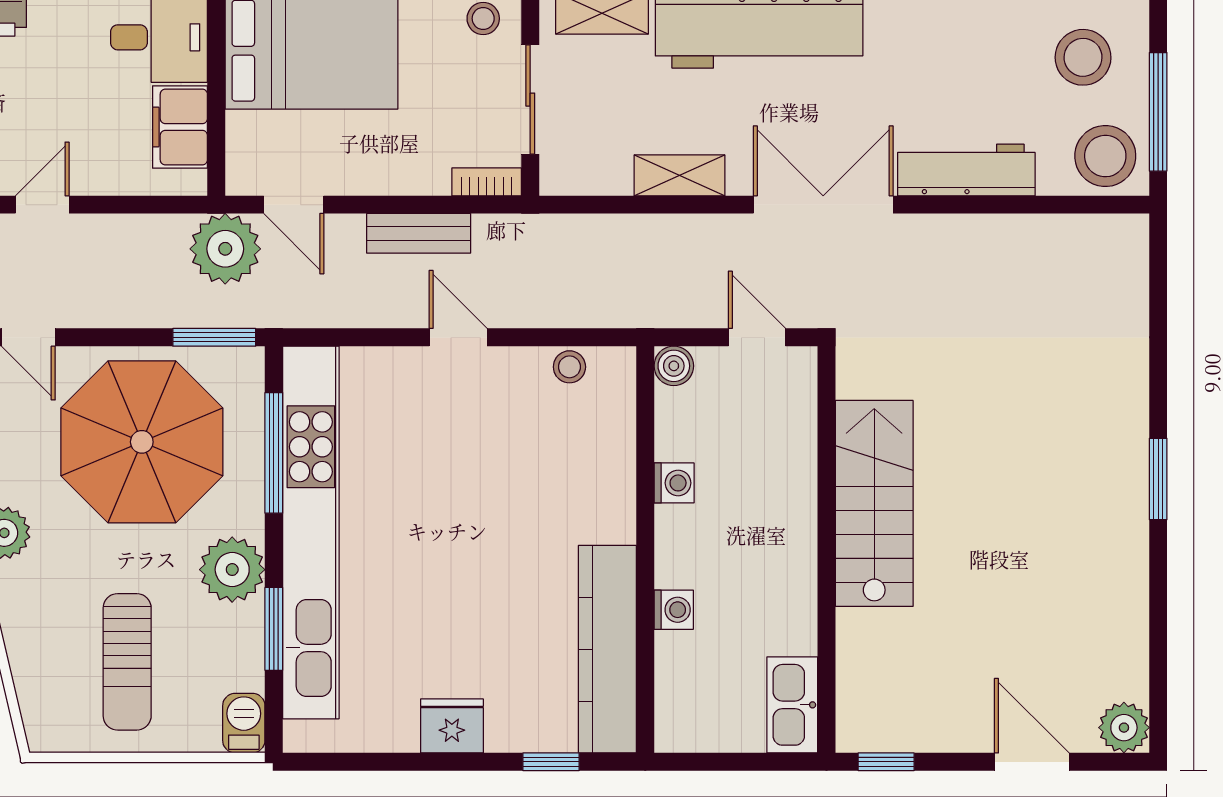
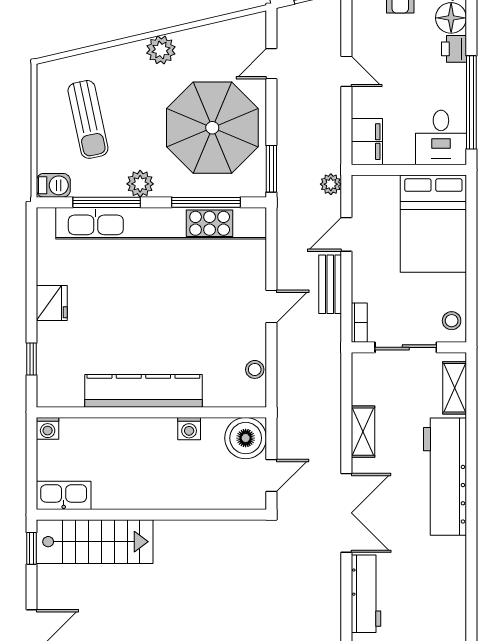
filing cabinet: (180, 127) -> (367, 142), moved, turned 90
door: (294, 205) -> (346, 234), moved
plant: (225, 249) -> (331, 184), width x0.53, depth x0.53
boiler: (674, 366) -> (246, 438), width x1.86, depth x1.86
stairs: (874, 503) -> (95, 542), moved
plant: (232, 570) -> (140, 184), width x0.73, depth x0.73
washing machine: (674, 610) -> (48, 428), moved
window: (274, 629) -> (107, 202), width x1.44
kitchen counter: (607, 649) -> (143, 391), moved
sun lounger: (127, 662) -> (88, 119), turned -102

